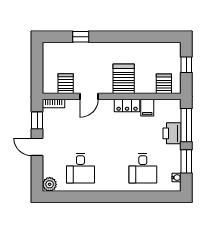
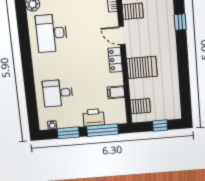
locker: (127, 106) -> (115, 60), moved
desk: (80, 168) -> (51, 33), width x1.37

